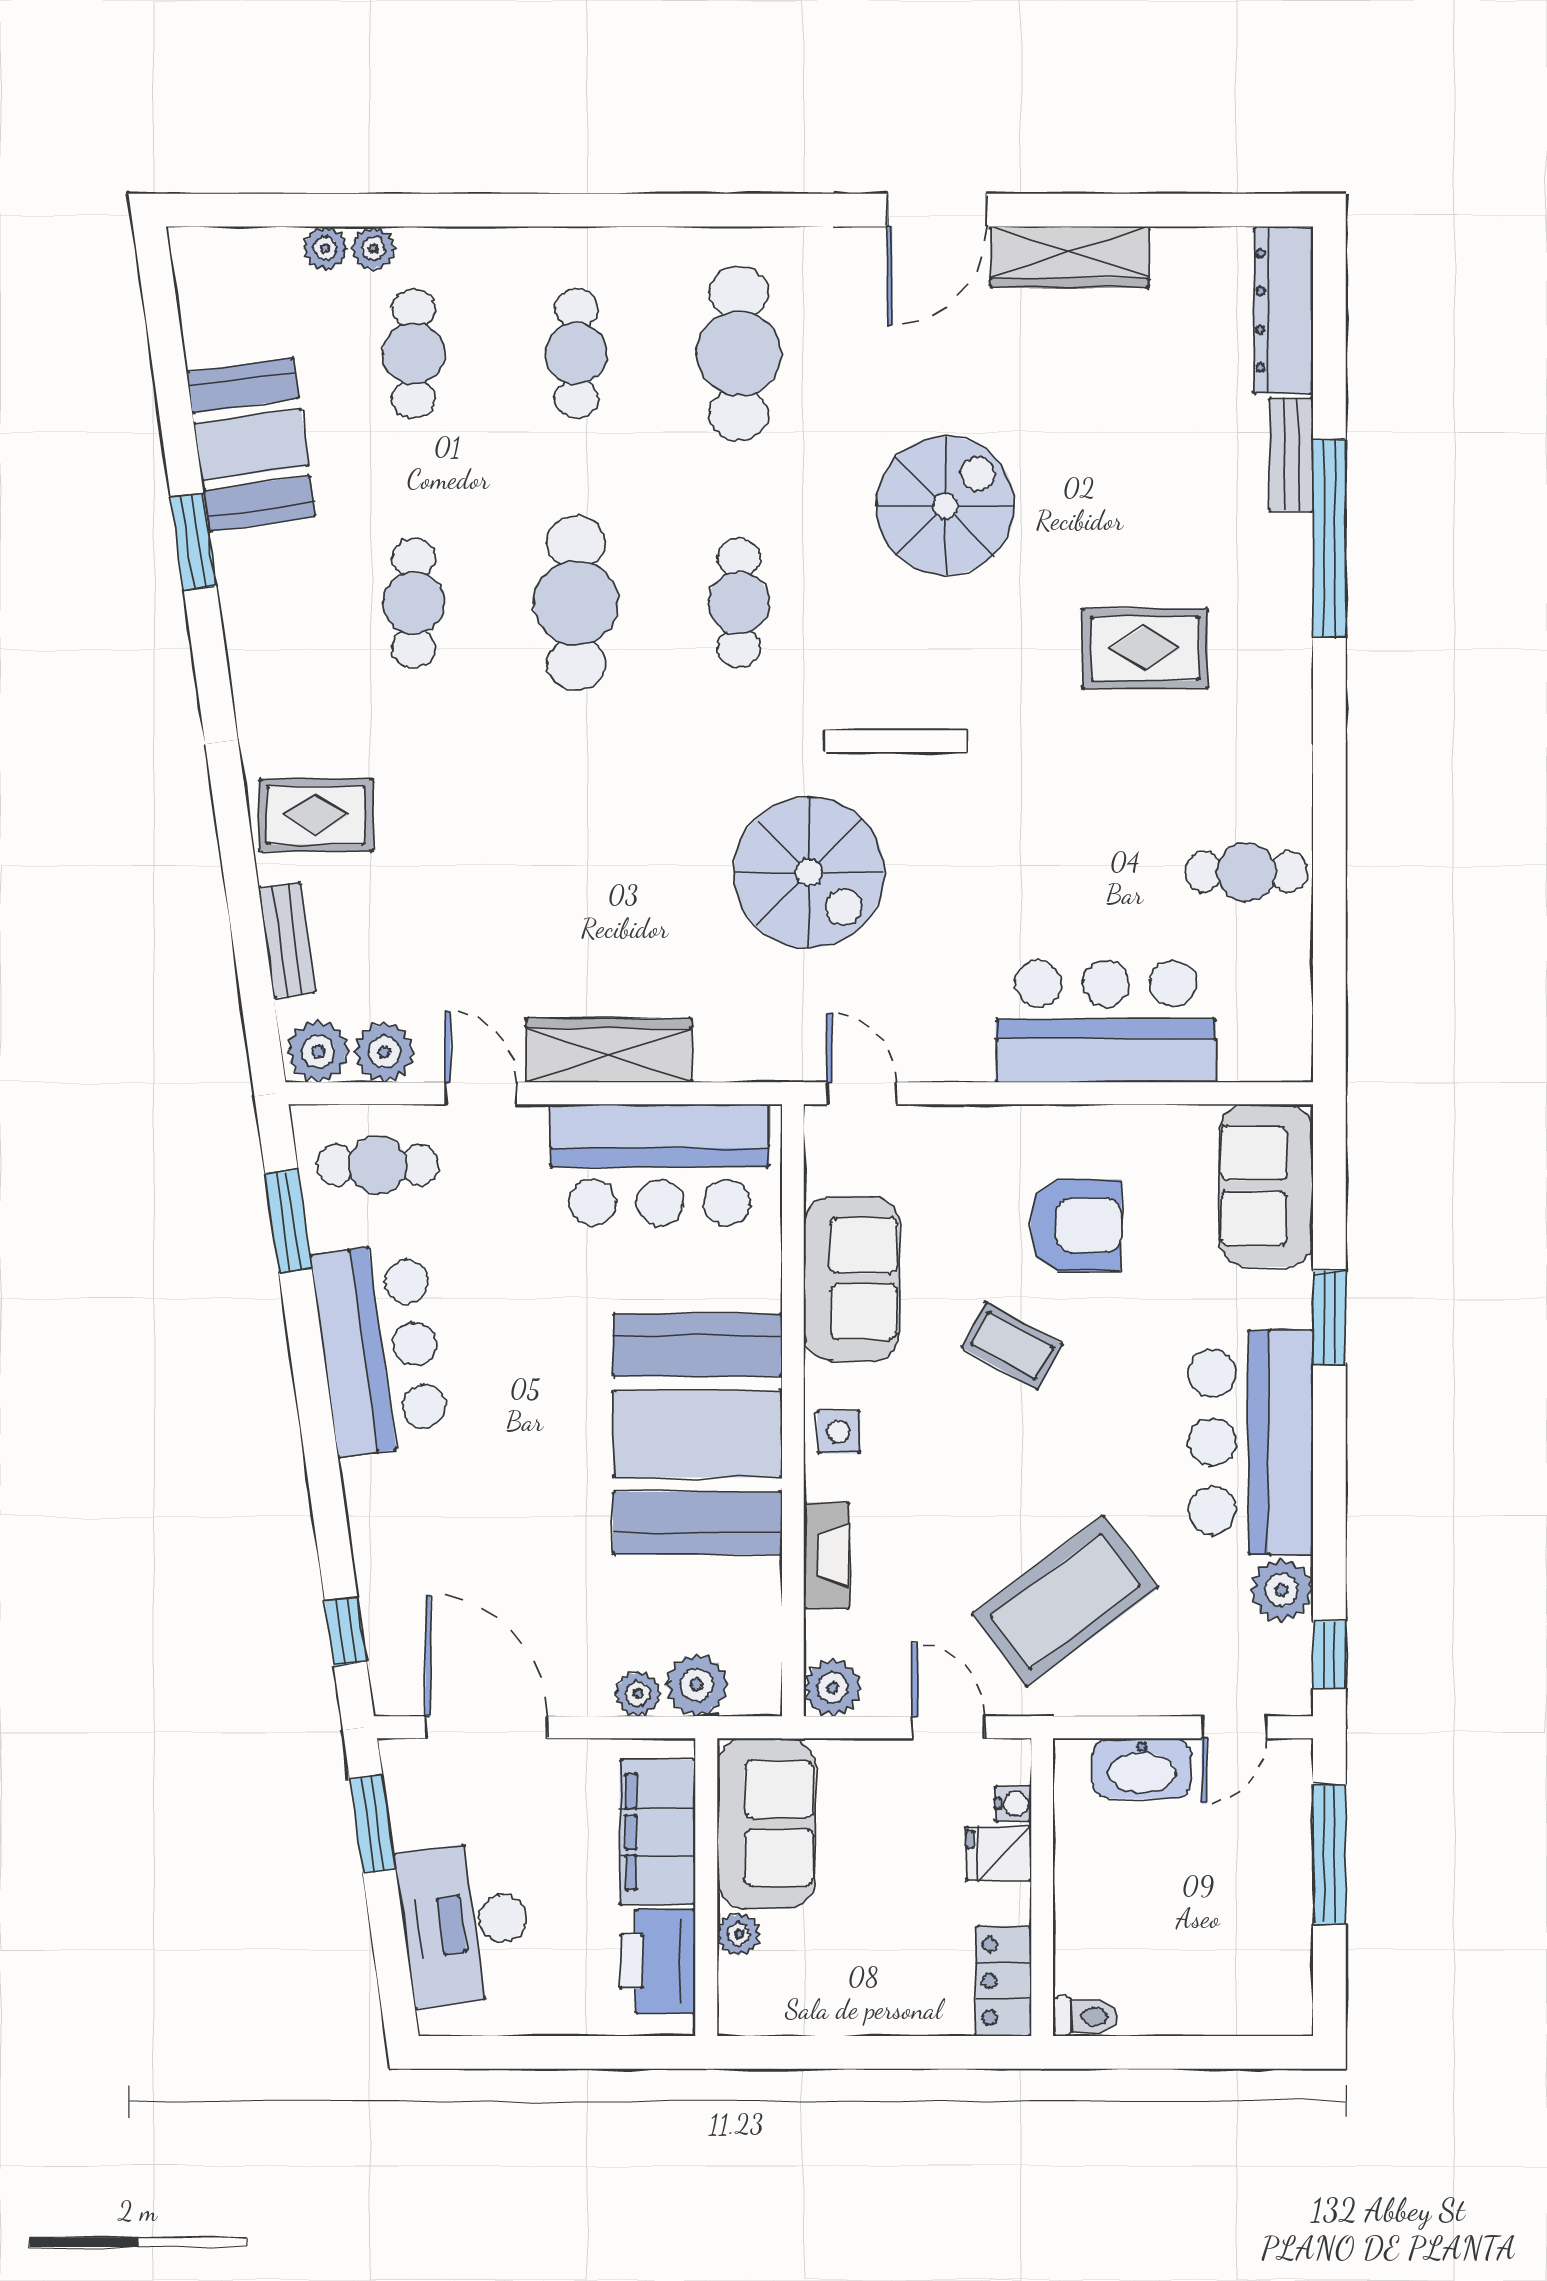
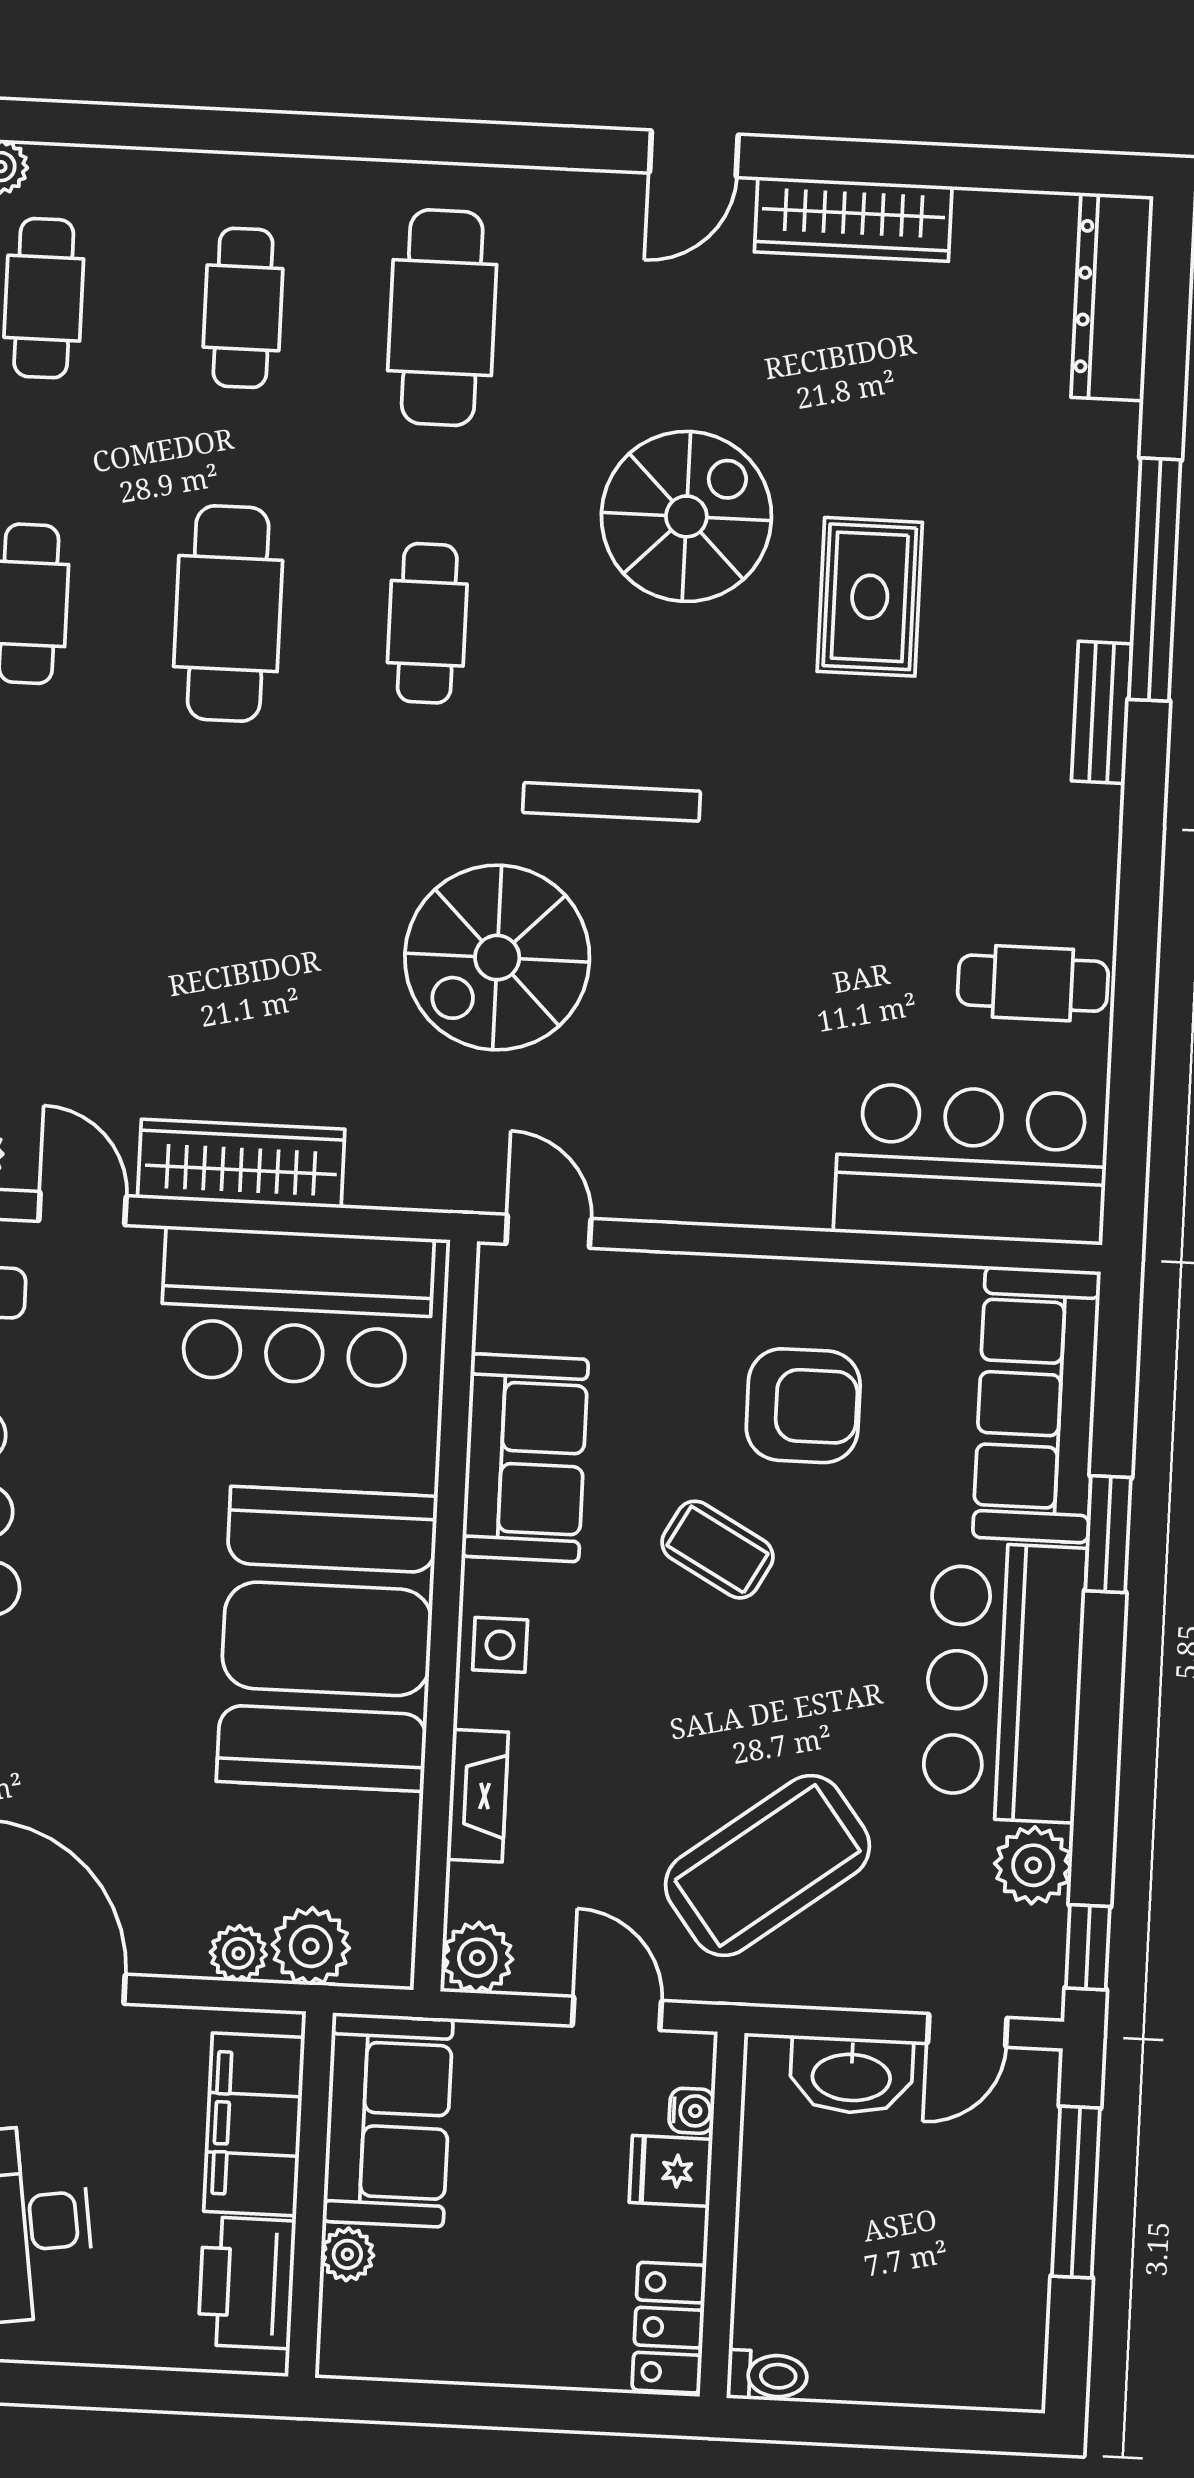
door: (937, 210) -> (694, 154), width x0.73
bench: (1291, 455) -> (1102, 712), moved
rug: (1145, 648) -> (870, 597), moved, turned 90
spiral stairs: (809, 872) -> (497, 958), turned 90
bar counter: (1106, 1021) -> (971, 1164), moved
sofa: (1266, 1186) -> (1037, 1404), width x1.36

